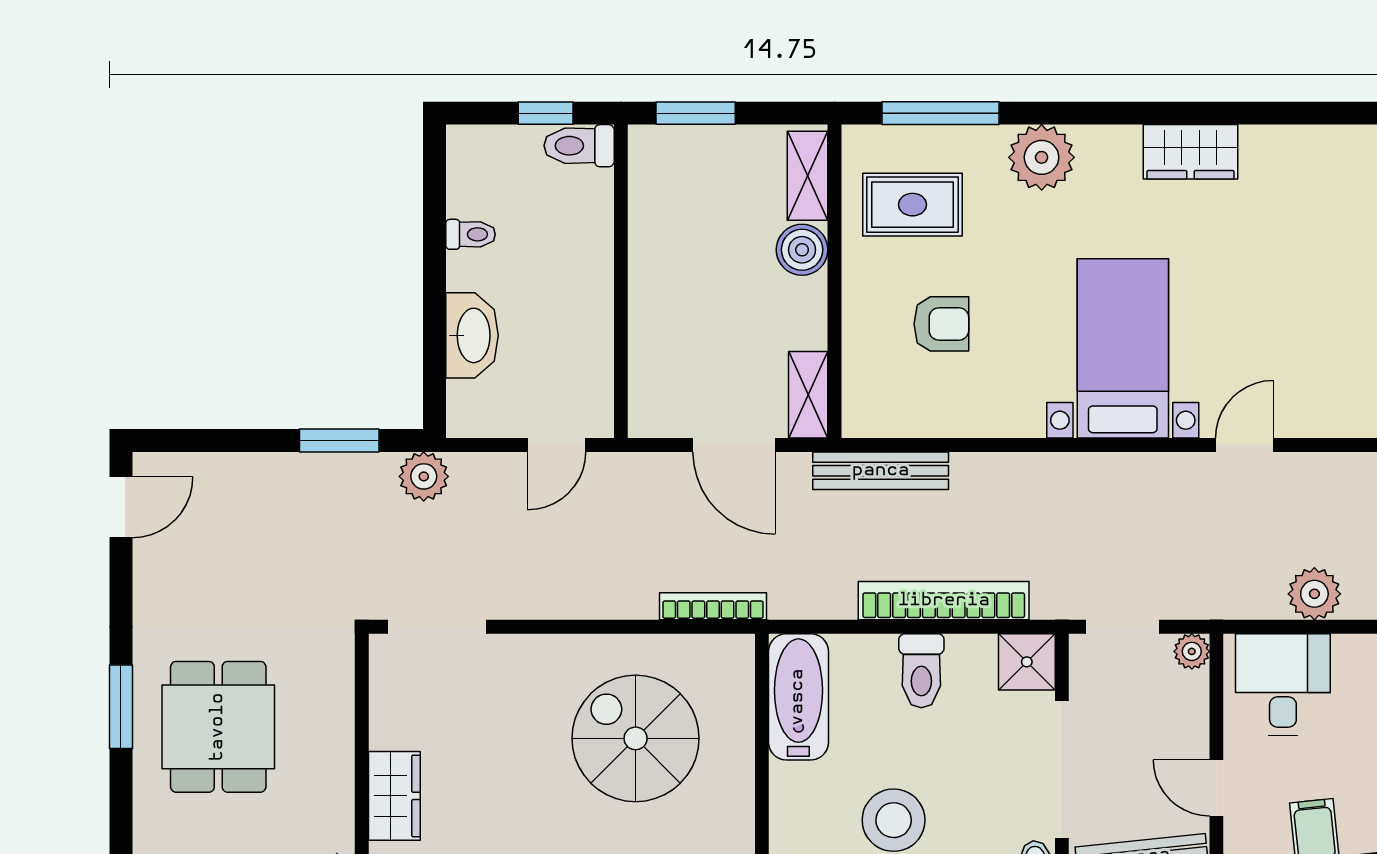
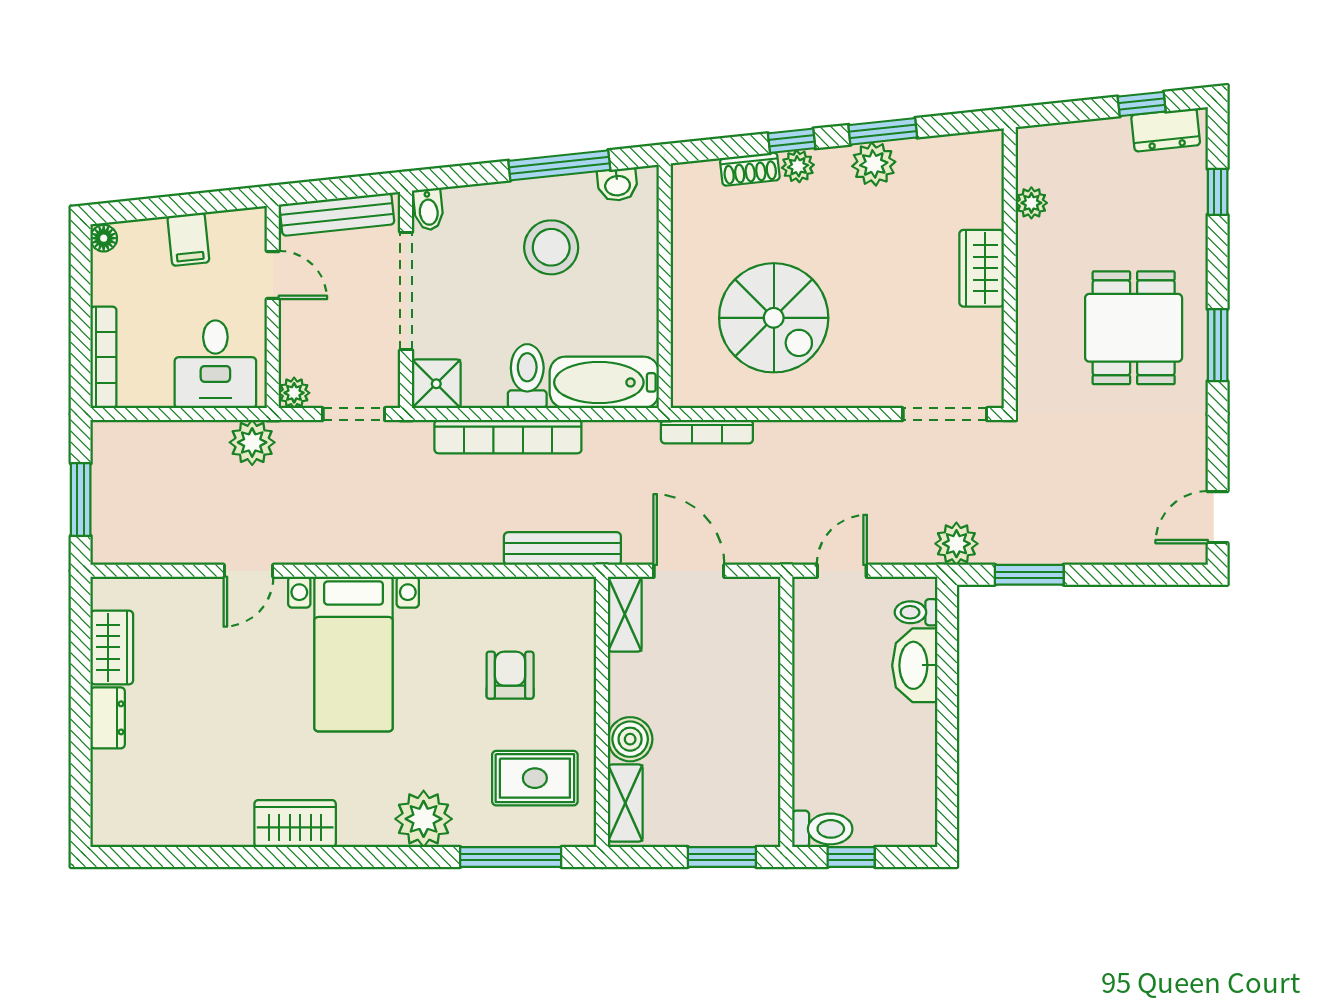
toilet: (471, 234) -> (916, 612), moved
armchair: (941, 324) -> (510, 675), turned 90
plant: (1314, 594) -> (252, 442), moved
bathtub: (798, 697) -> (604, 382), moved, turned 90

